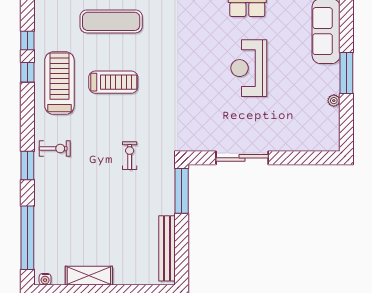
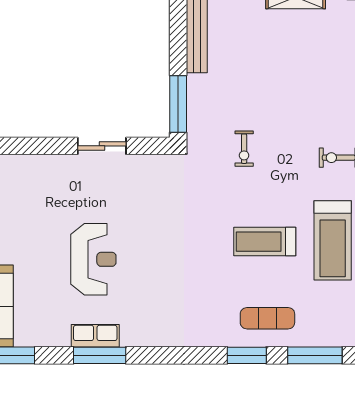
exercise mat: (111, 21) -> (267, 318), width x0.73, depth x0.69
sliding door: (242, 158) -> (102, 146), width x0.73

